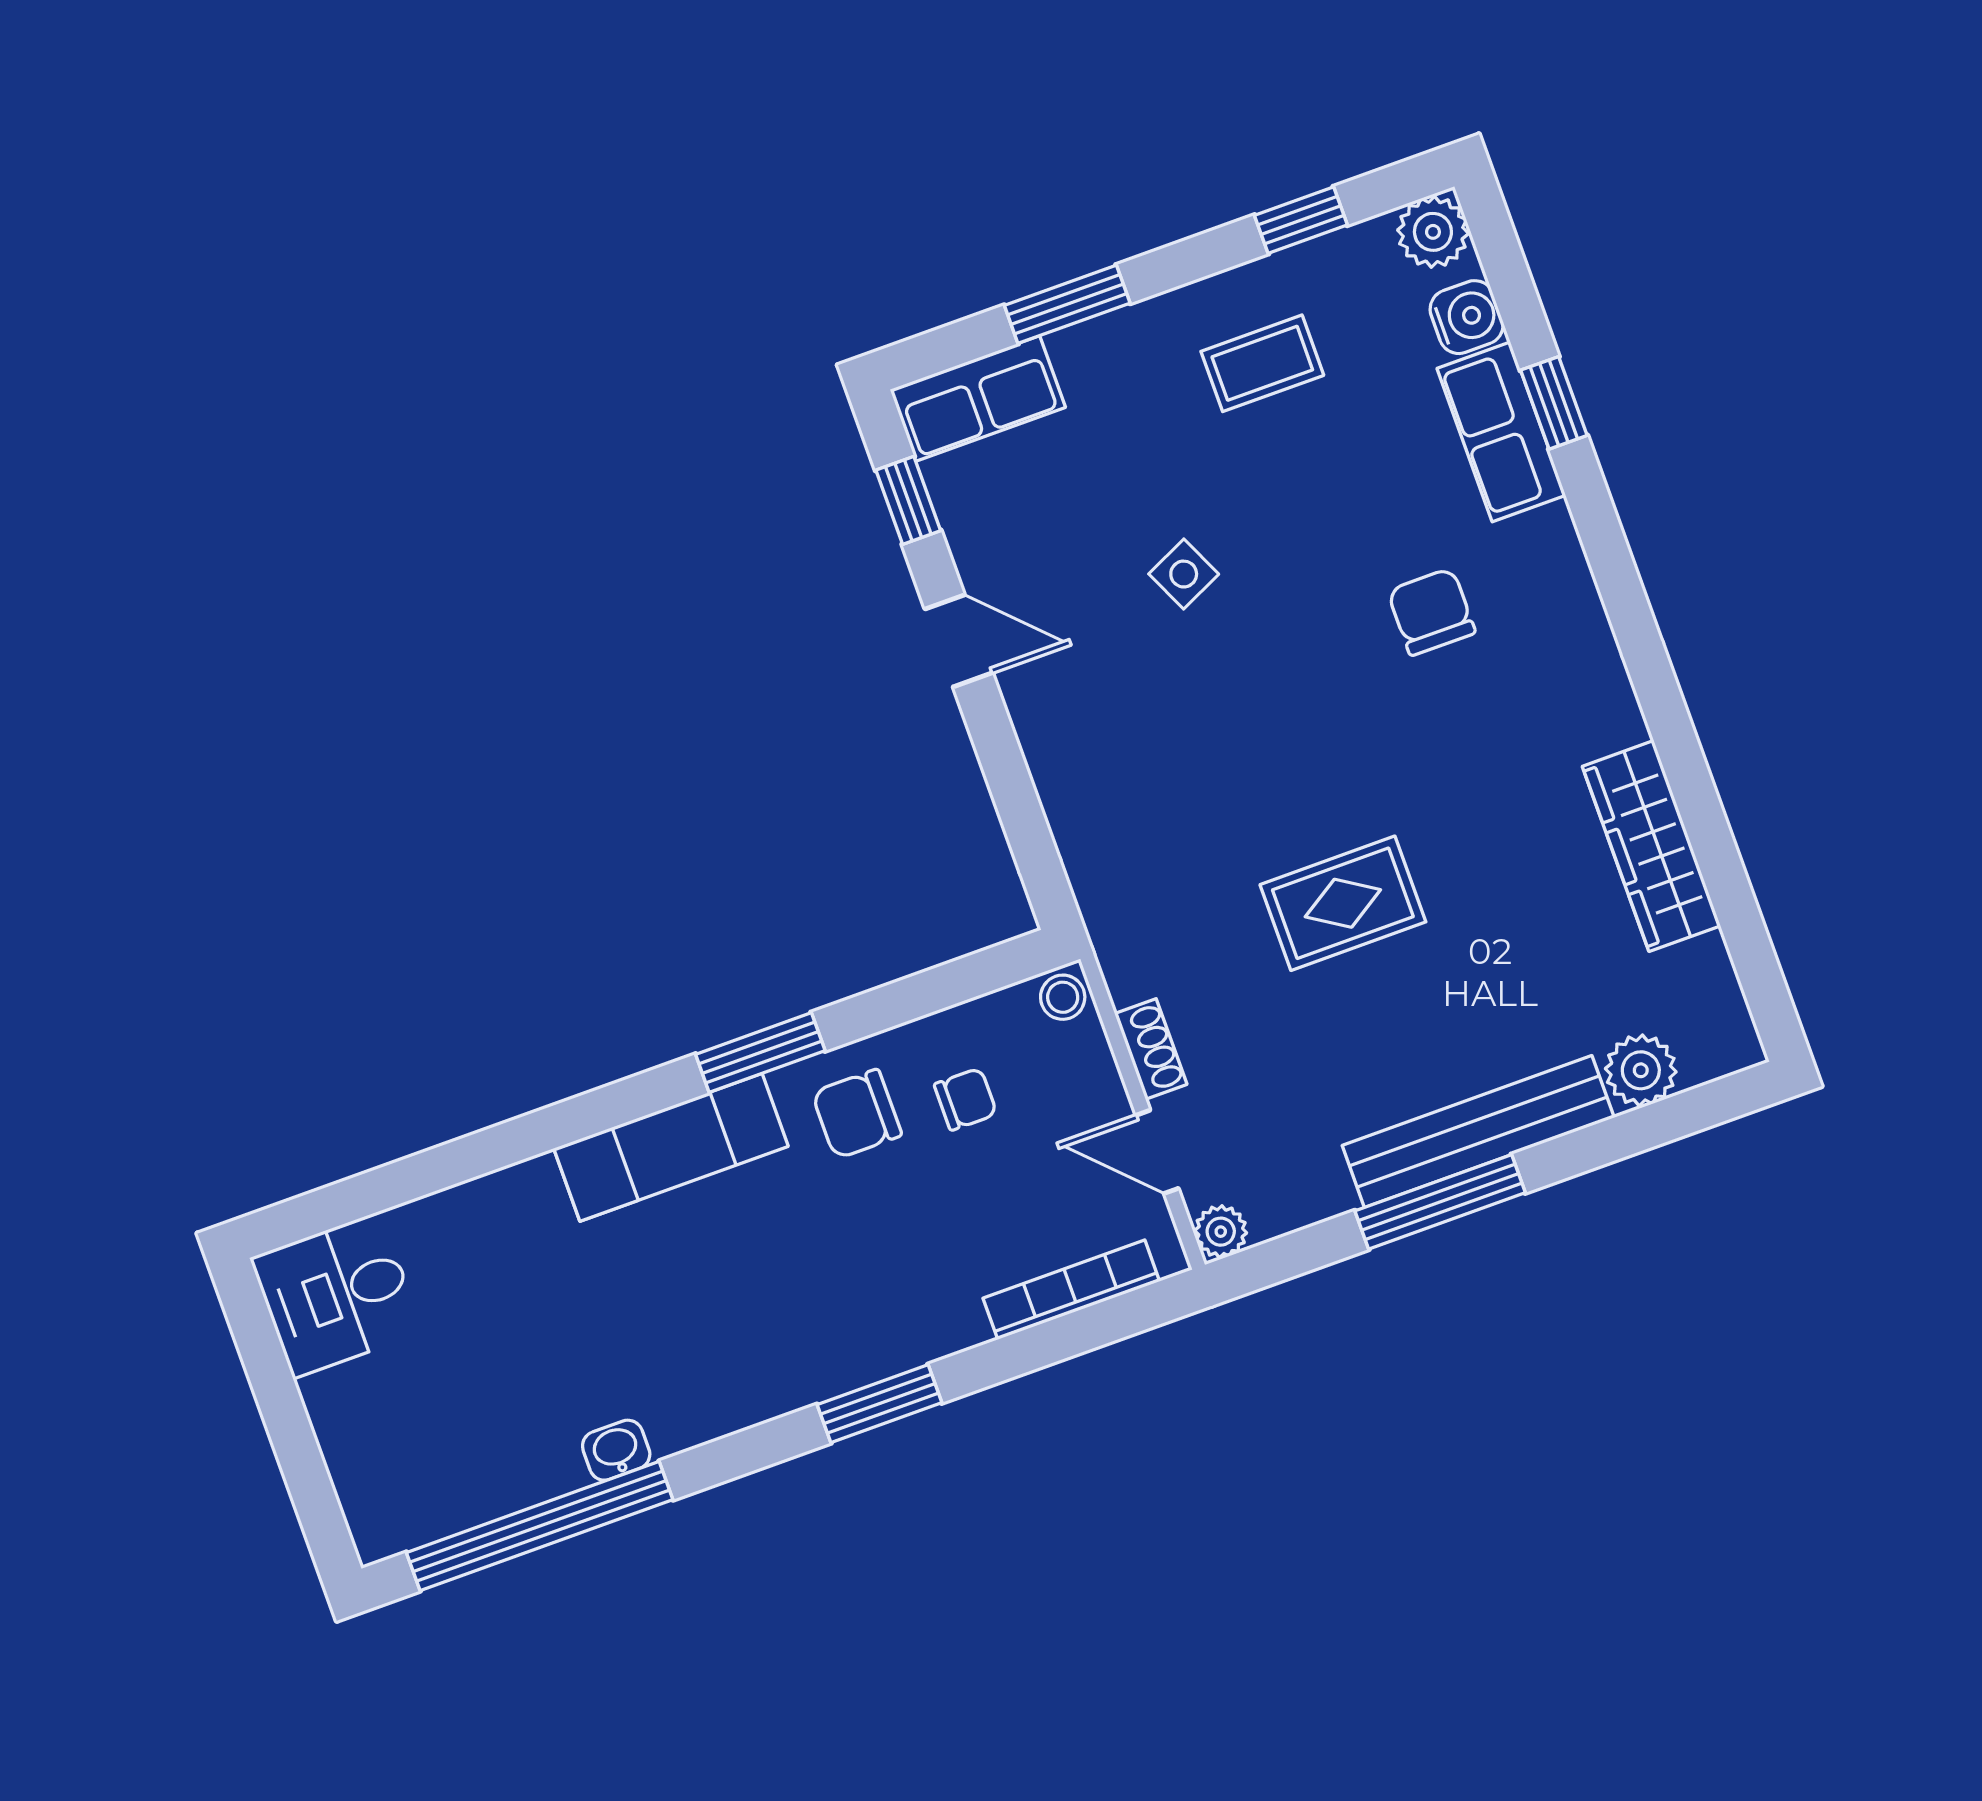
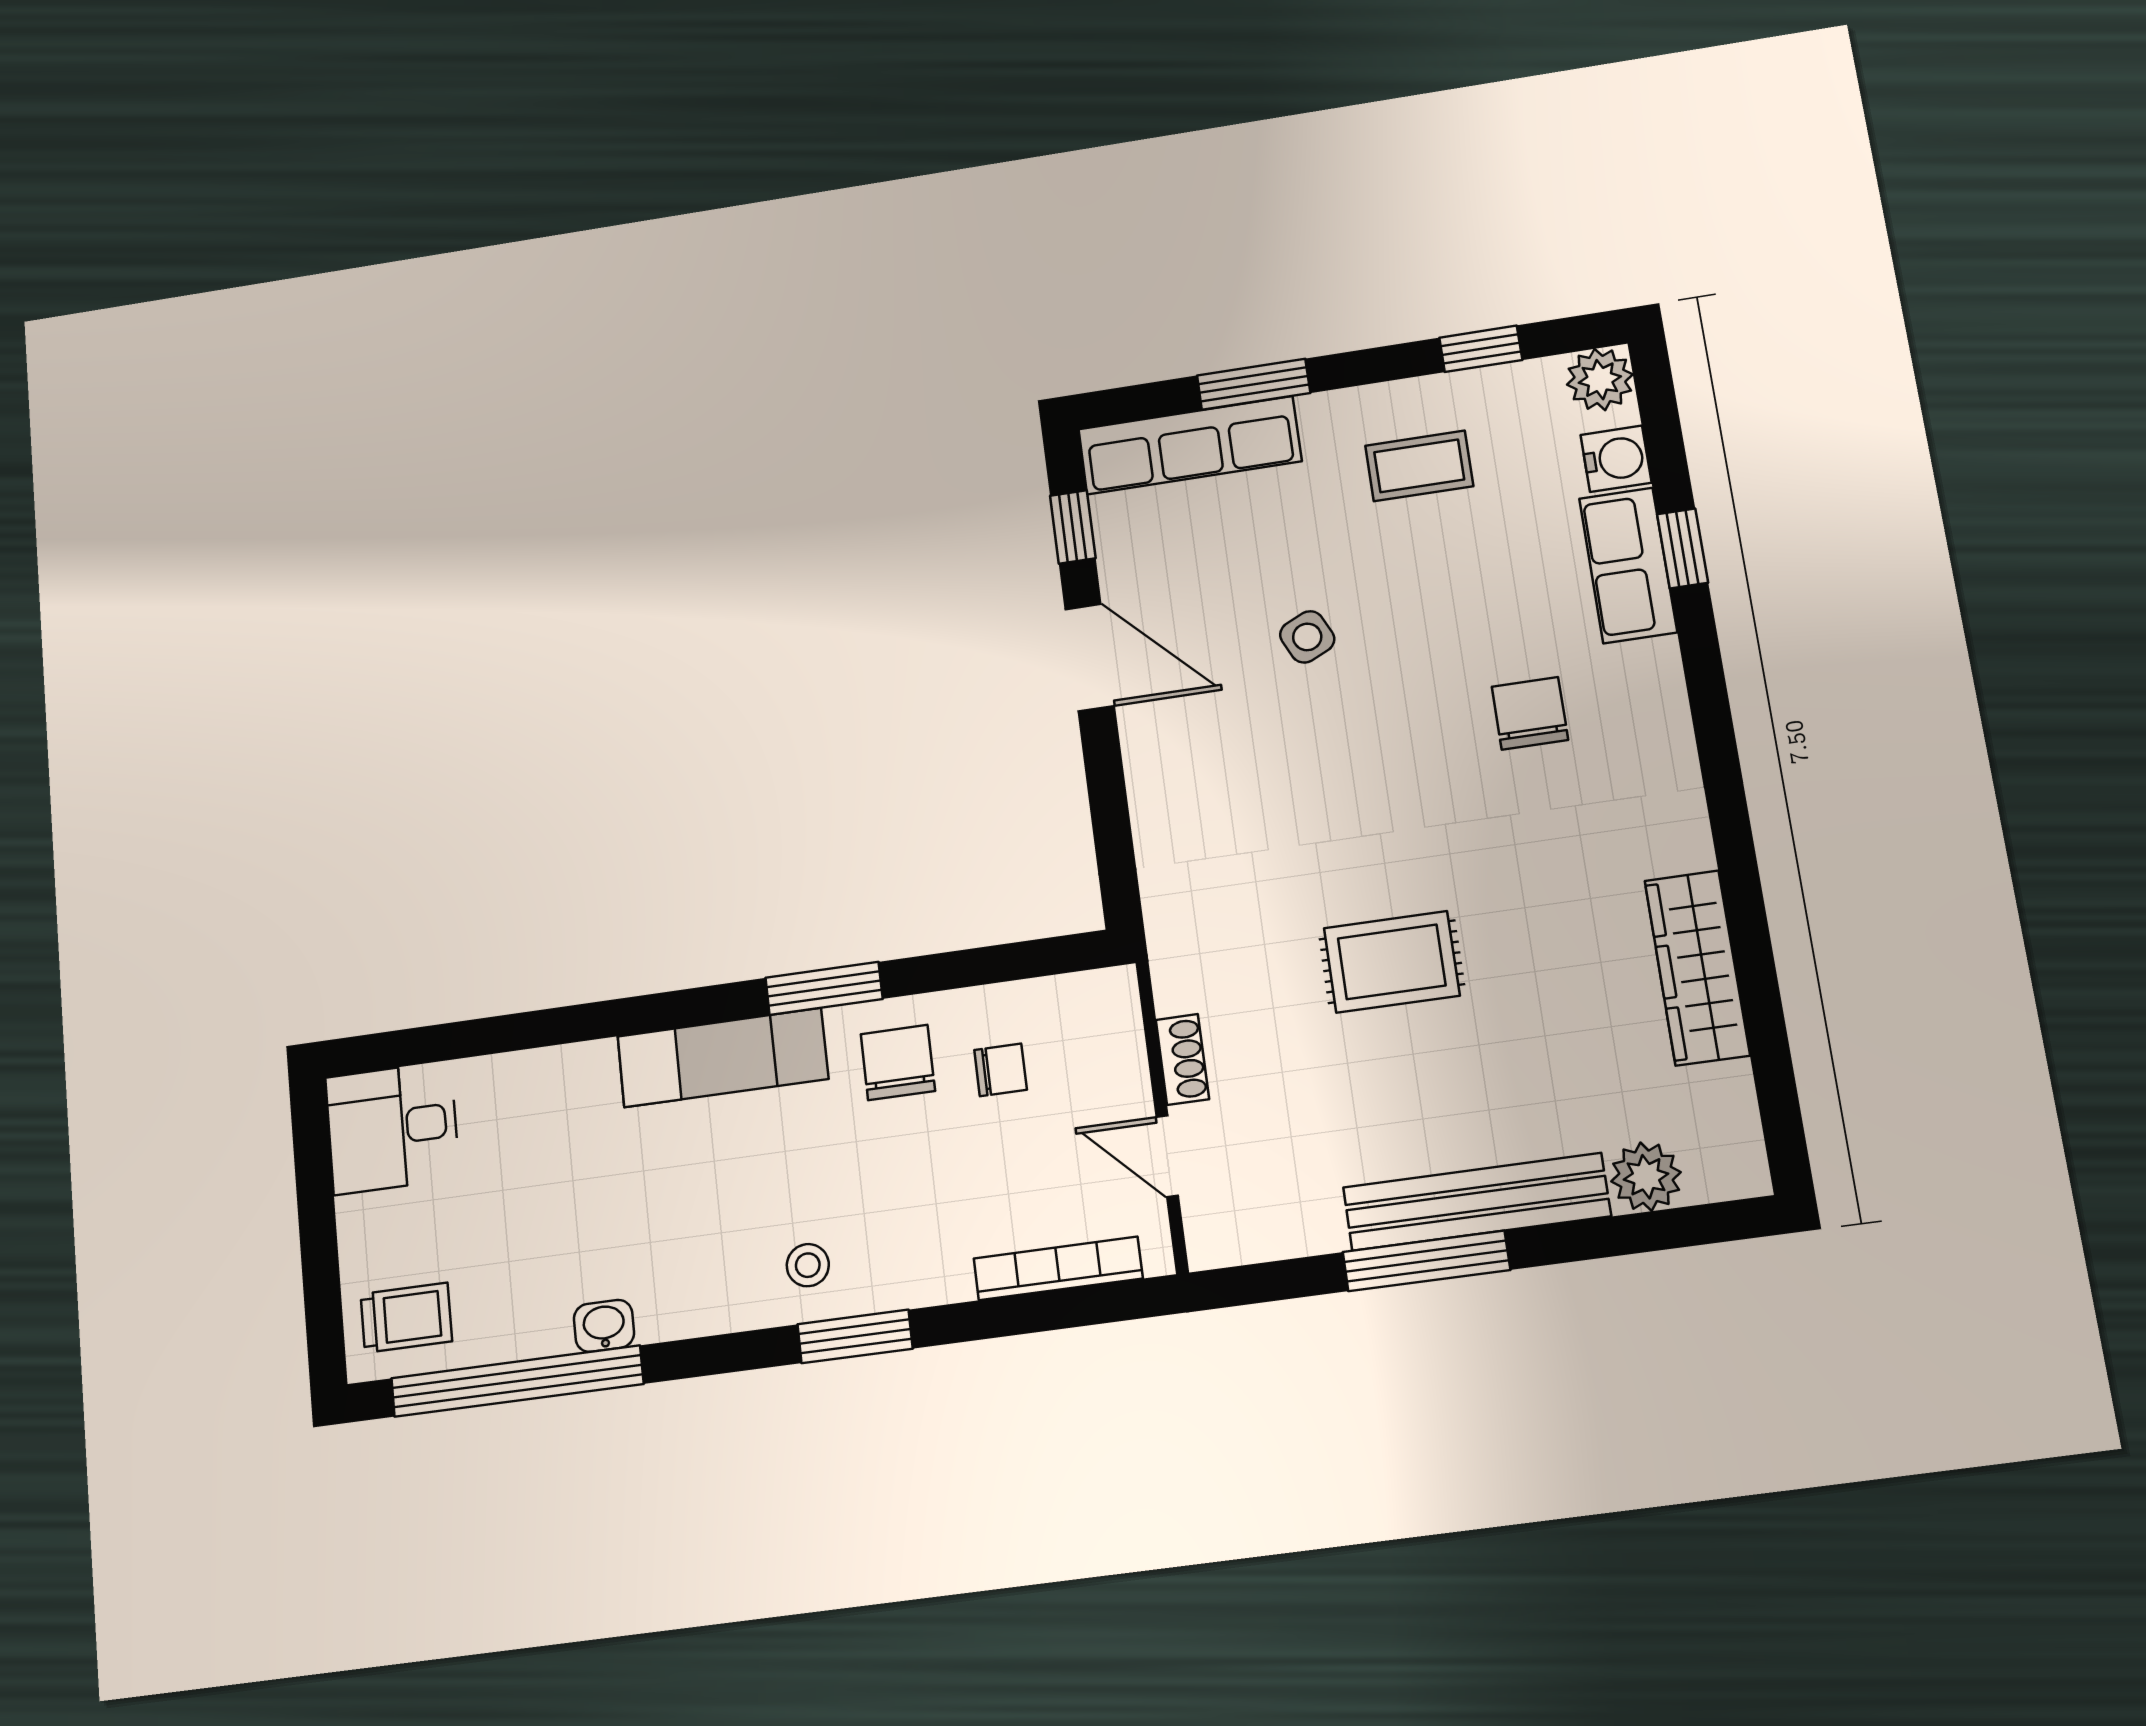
row of seats: (978, 398) -> (1190, 445), width x1.48
door: (959, 641) -> (1090, 657), width x1.38
stool: (1063, 997) -> (808, 1265), moved
chair: (857, 1114) -> (898, 1063), turned 90
plant: (1221, 1232) -> (1211, 1244), removed
trolley: (405, 1488) -> (406, 1318), added

